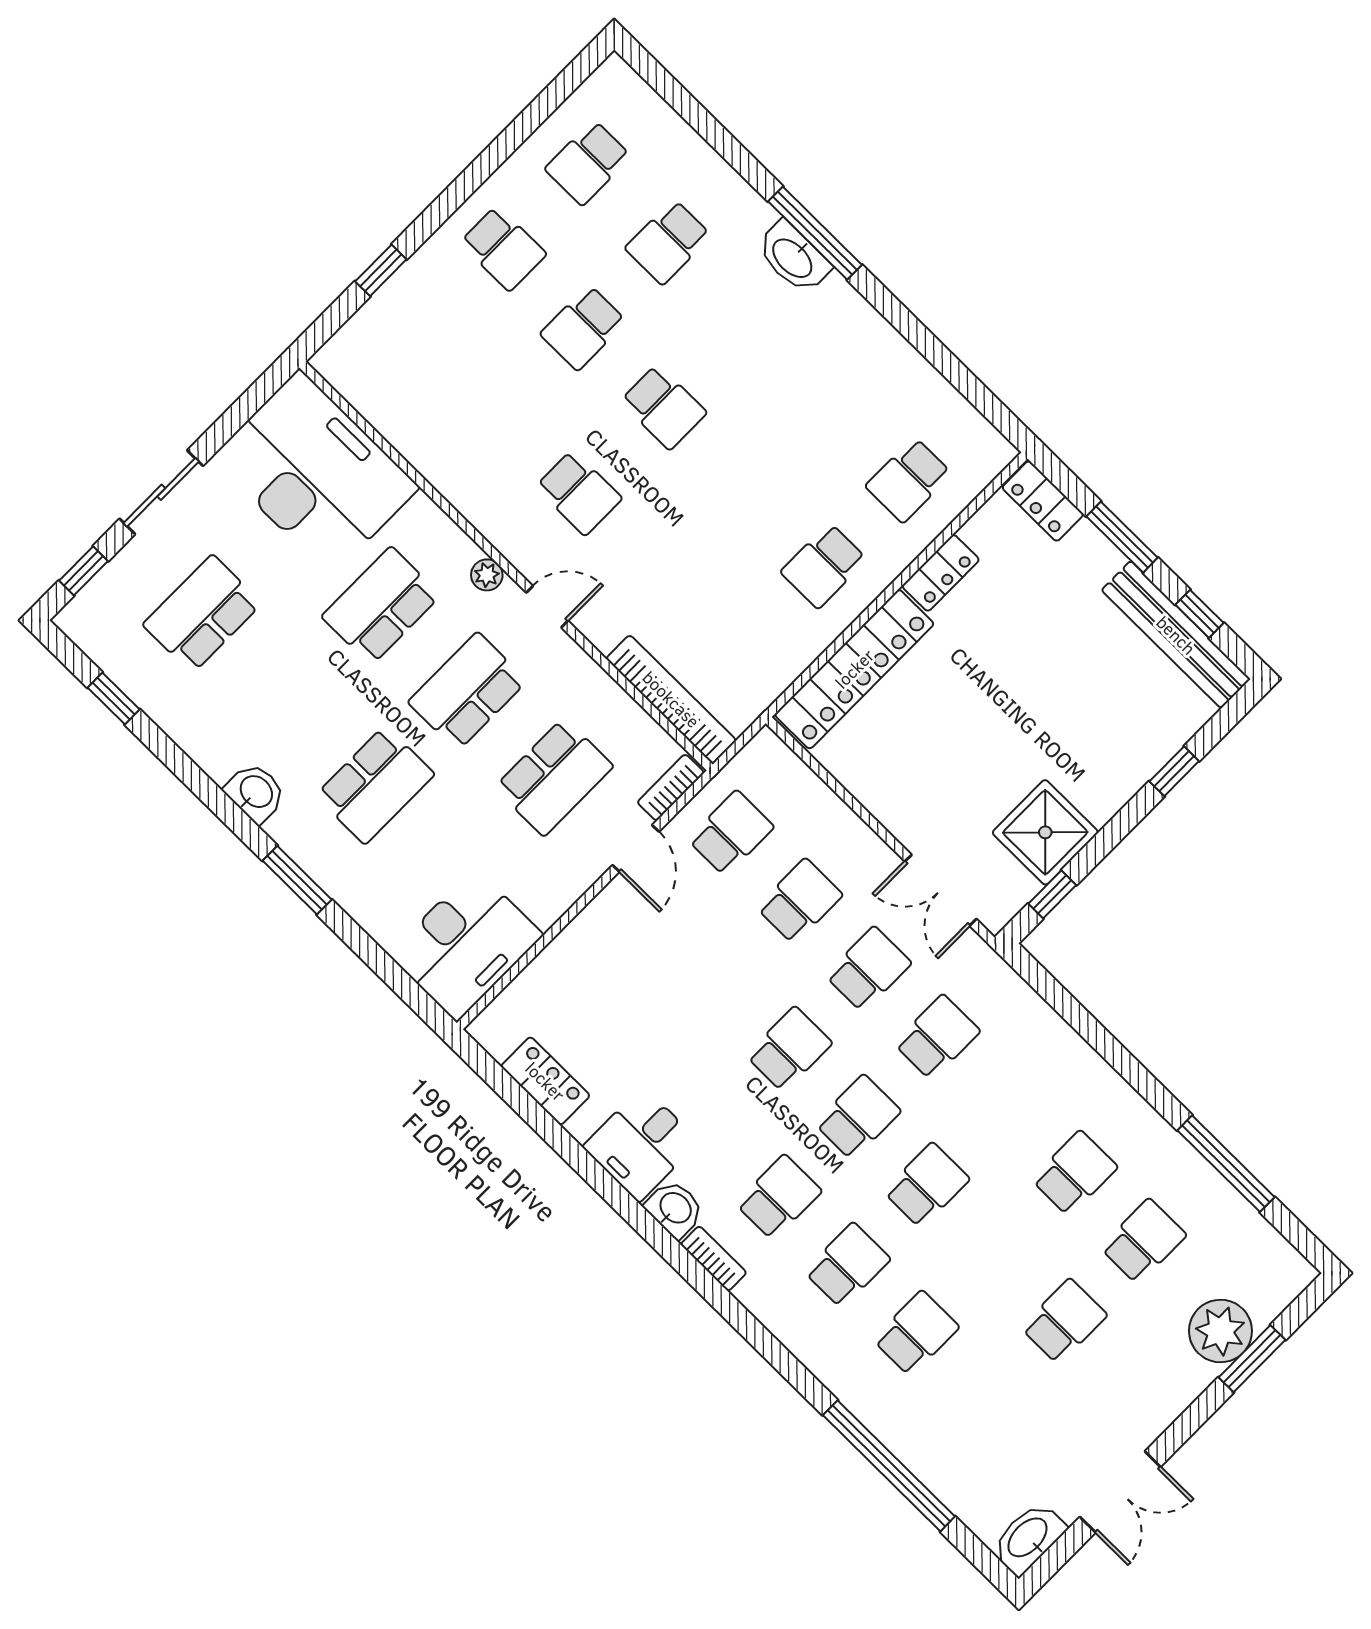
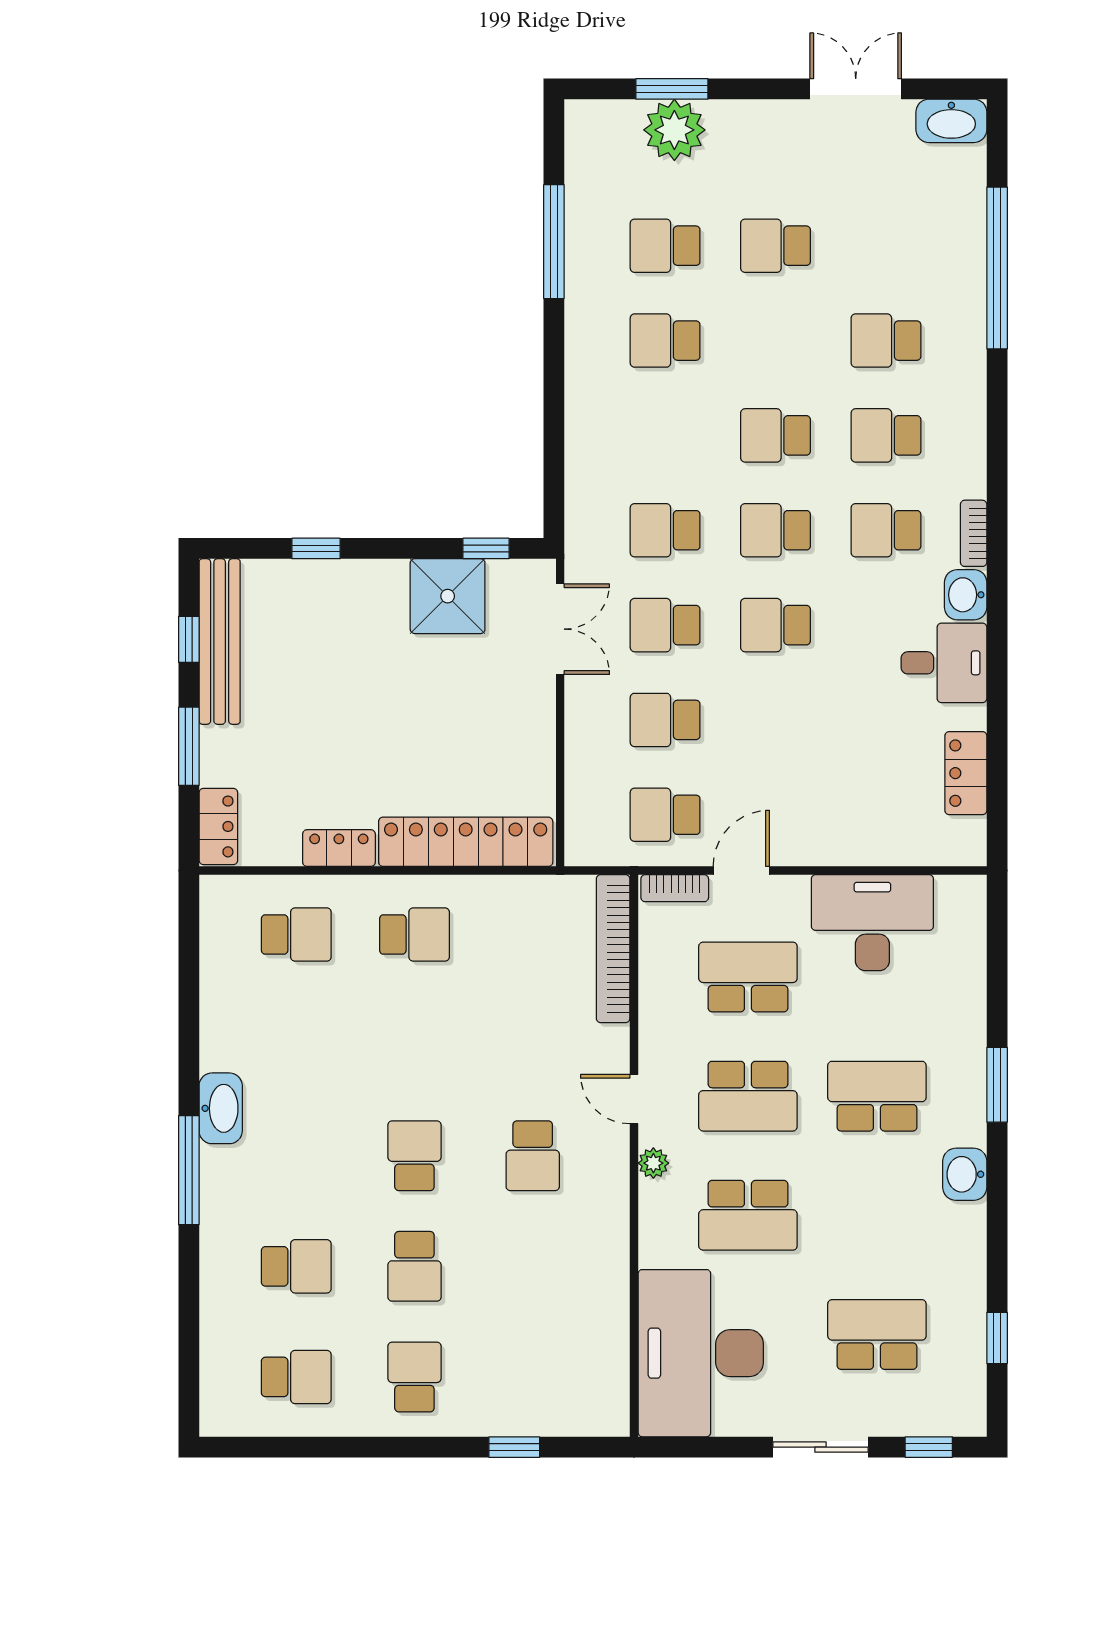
washbasin: (793, 257) -> (221, 1108), moved
school desk: (583, 328) -> (414, 1266), turned 90
school desk: (579, 493) -> (533, 1156), turned 180
school desk: (202, 614) -> (877, 1334), turned 180
desk: (466, 945) -> (872, 923), moved

